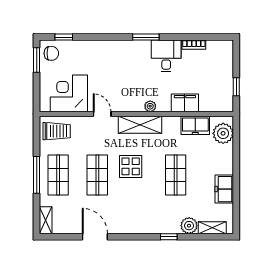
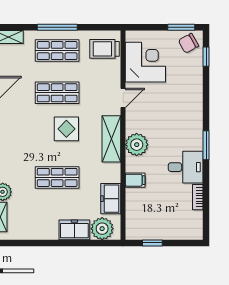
chair: (51, 53) -> (189, 43), turned 61
filing cabinet: (185, 103) -> (135, 180), width x0.50
plant: (150, 106) -> (137, 145), width x1.88, depth x1.88
trolley: (57, 131) -> (104, 49), turned 90
freezer: (224, 189) -> (74, 230), moved

